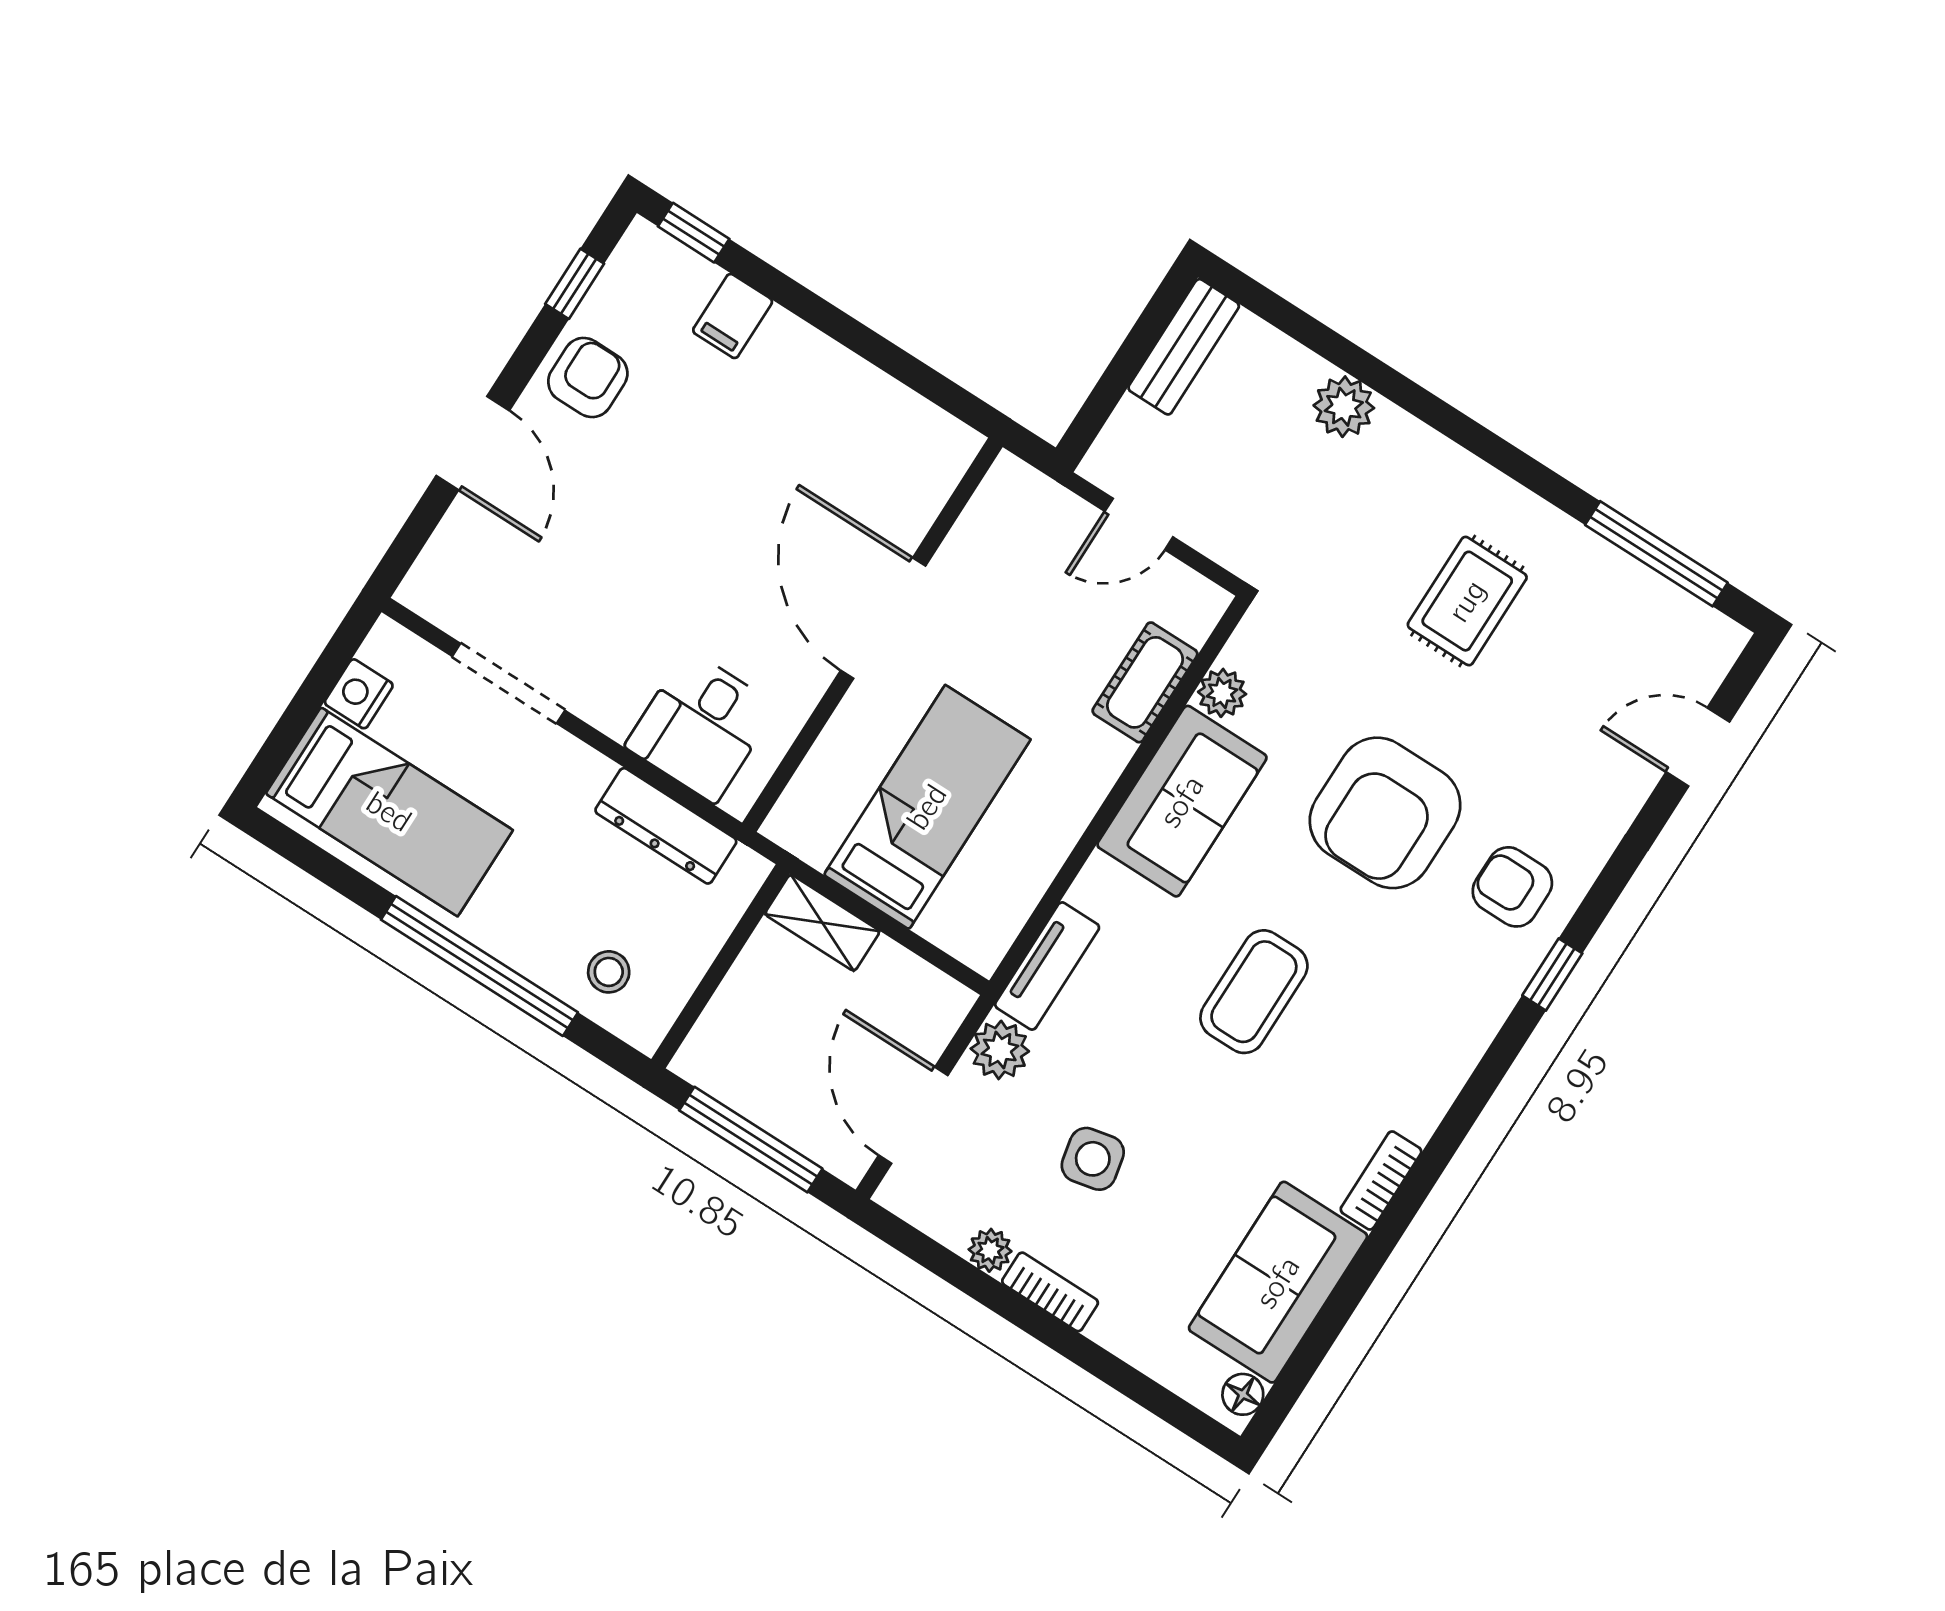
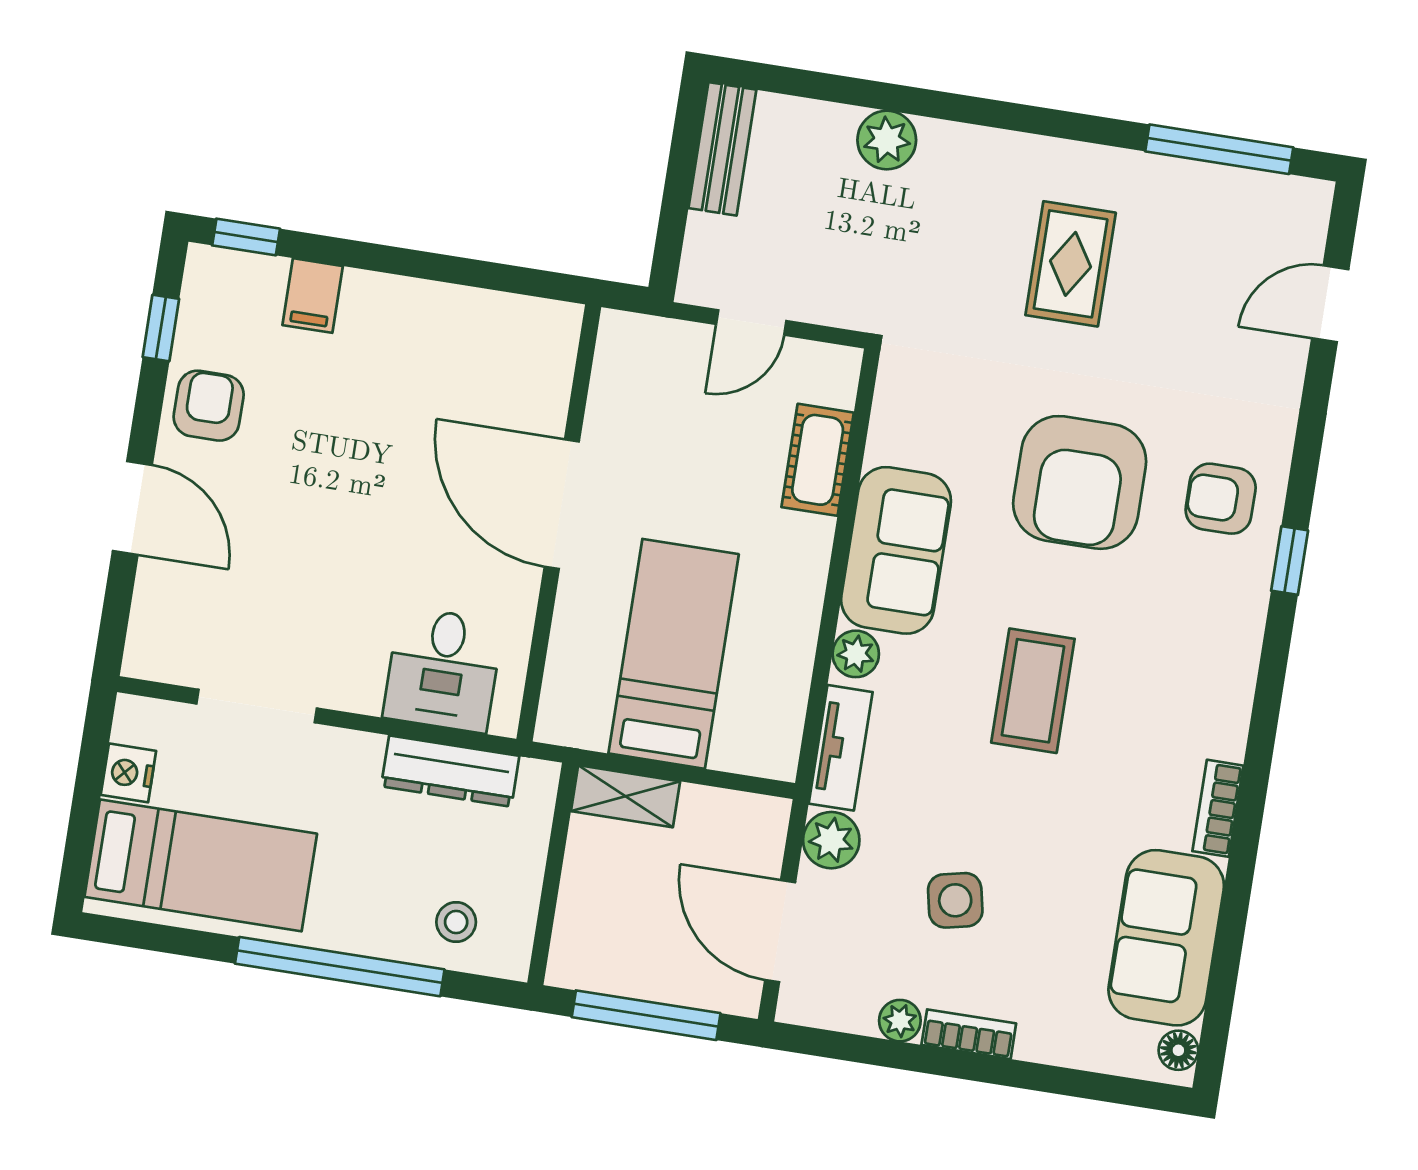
plant: (1222, 693) -> (856, 654), moved

